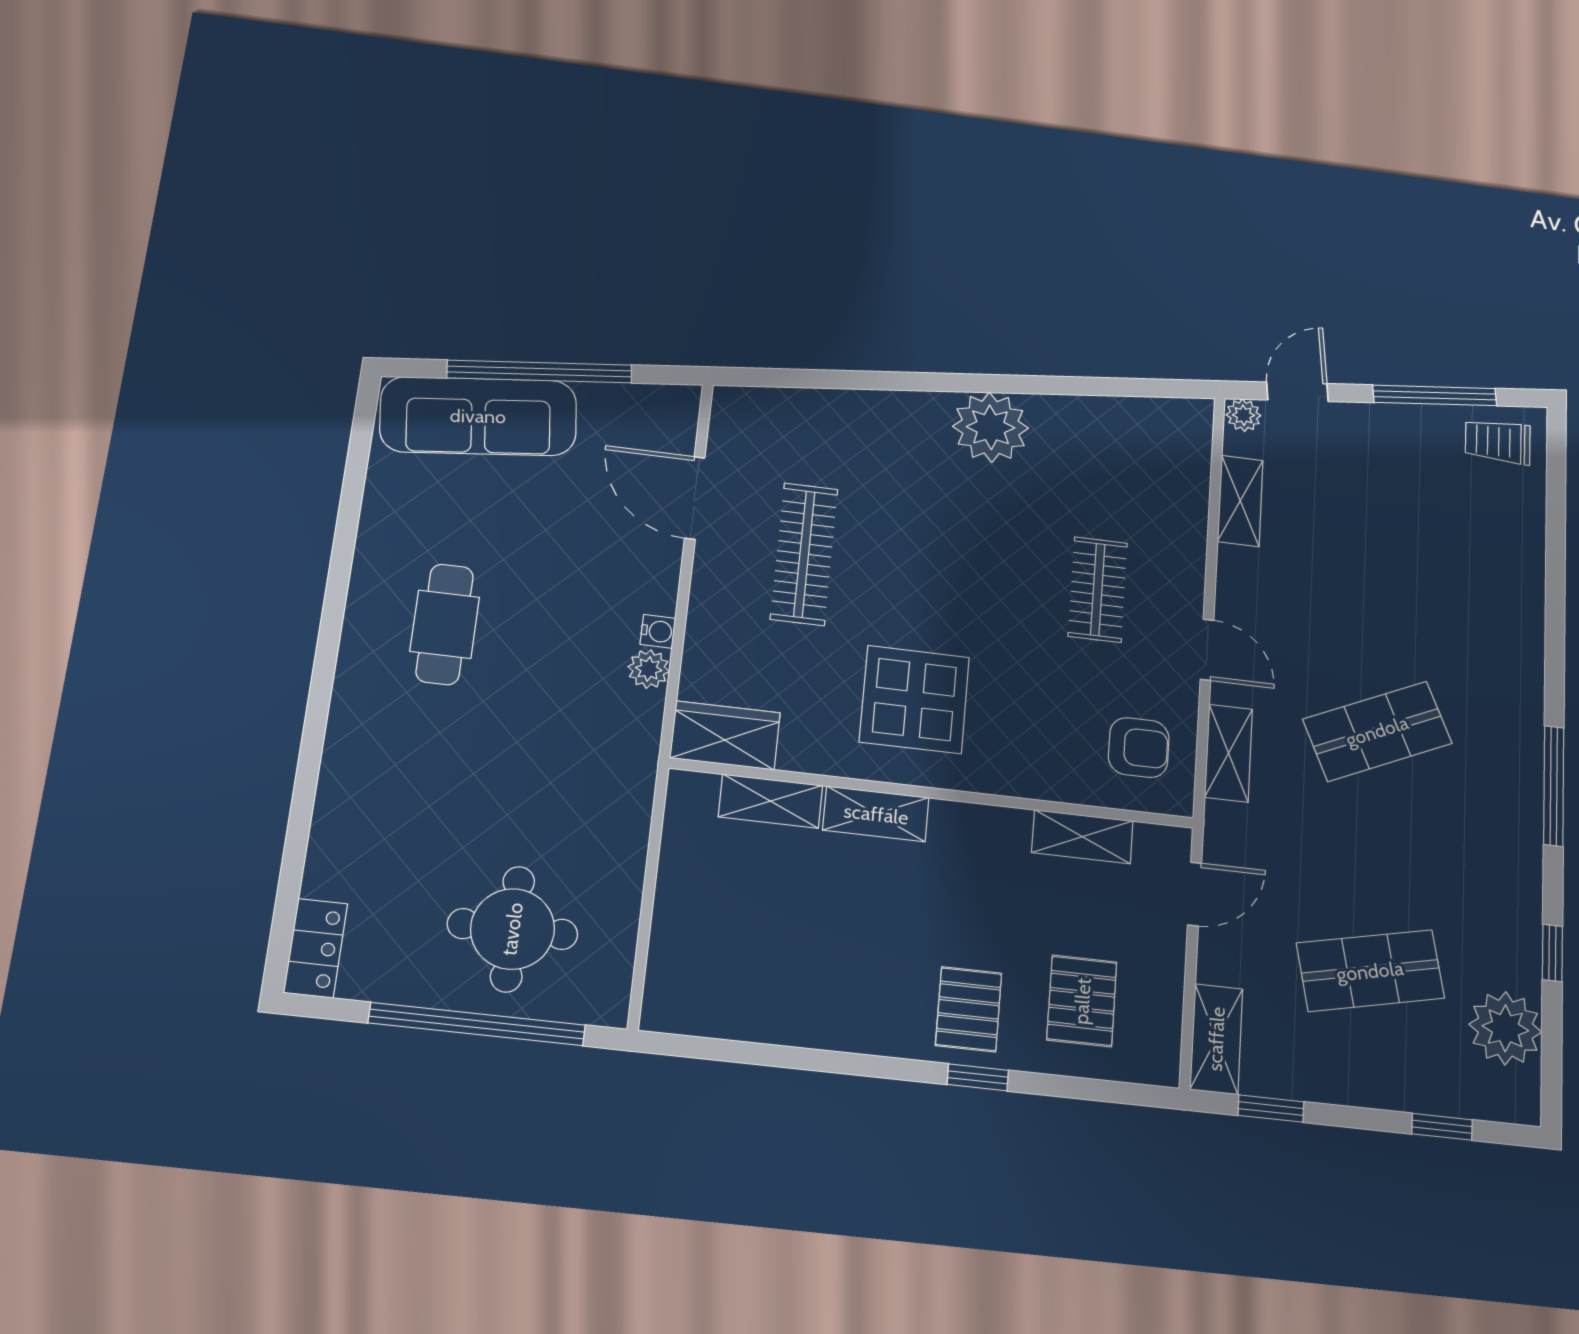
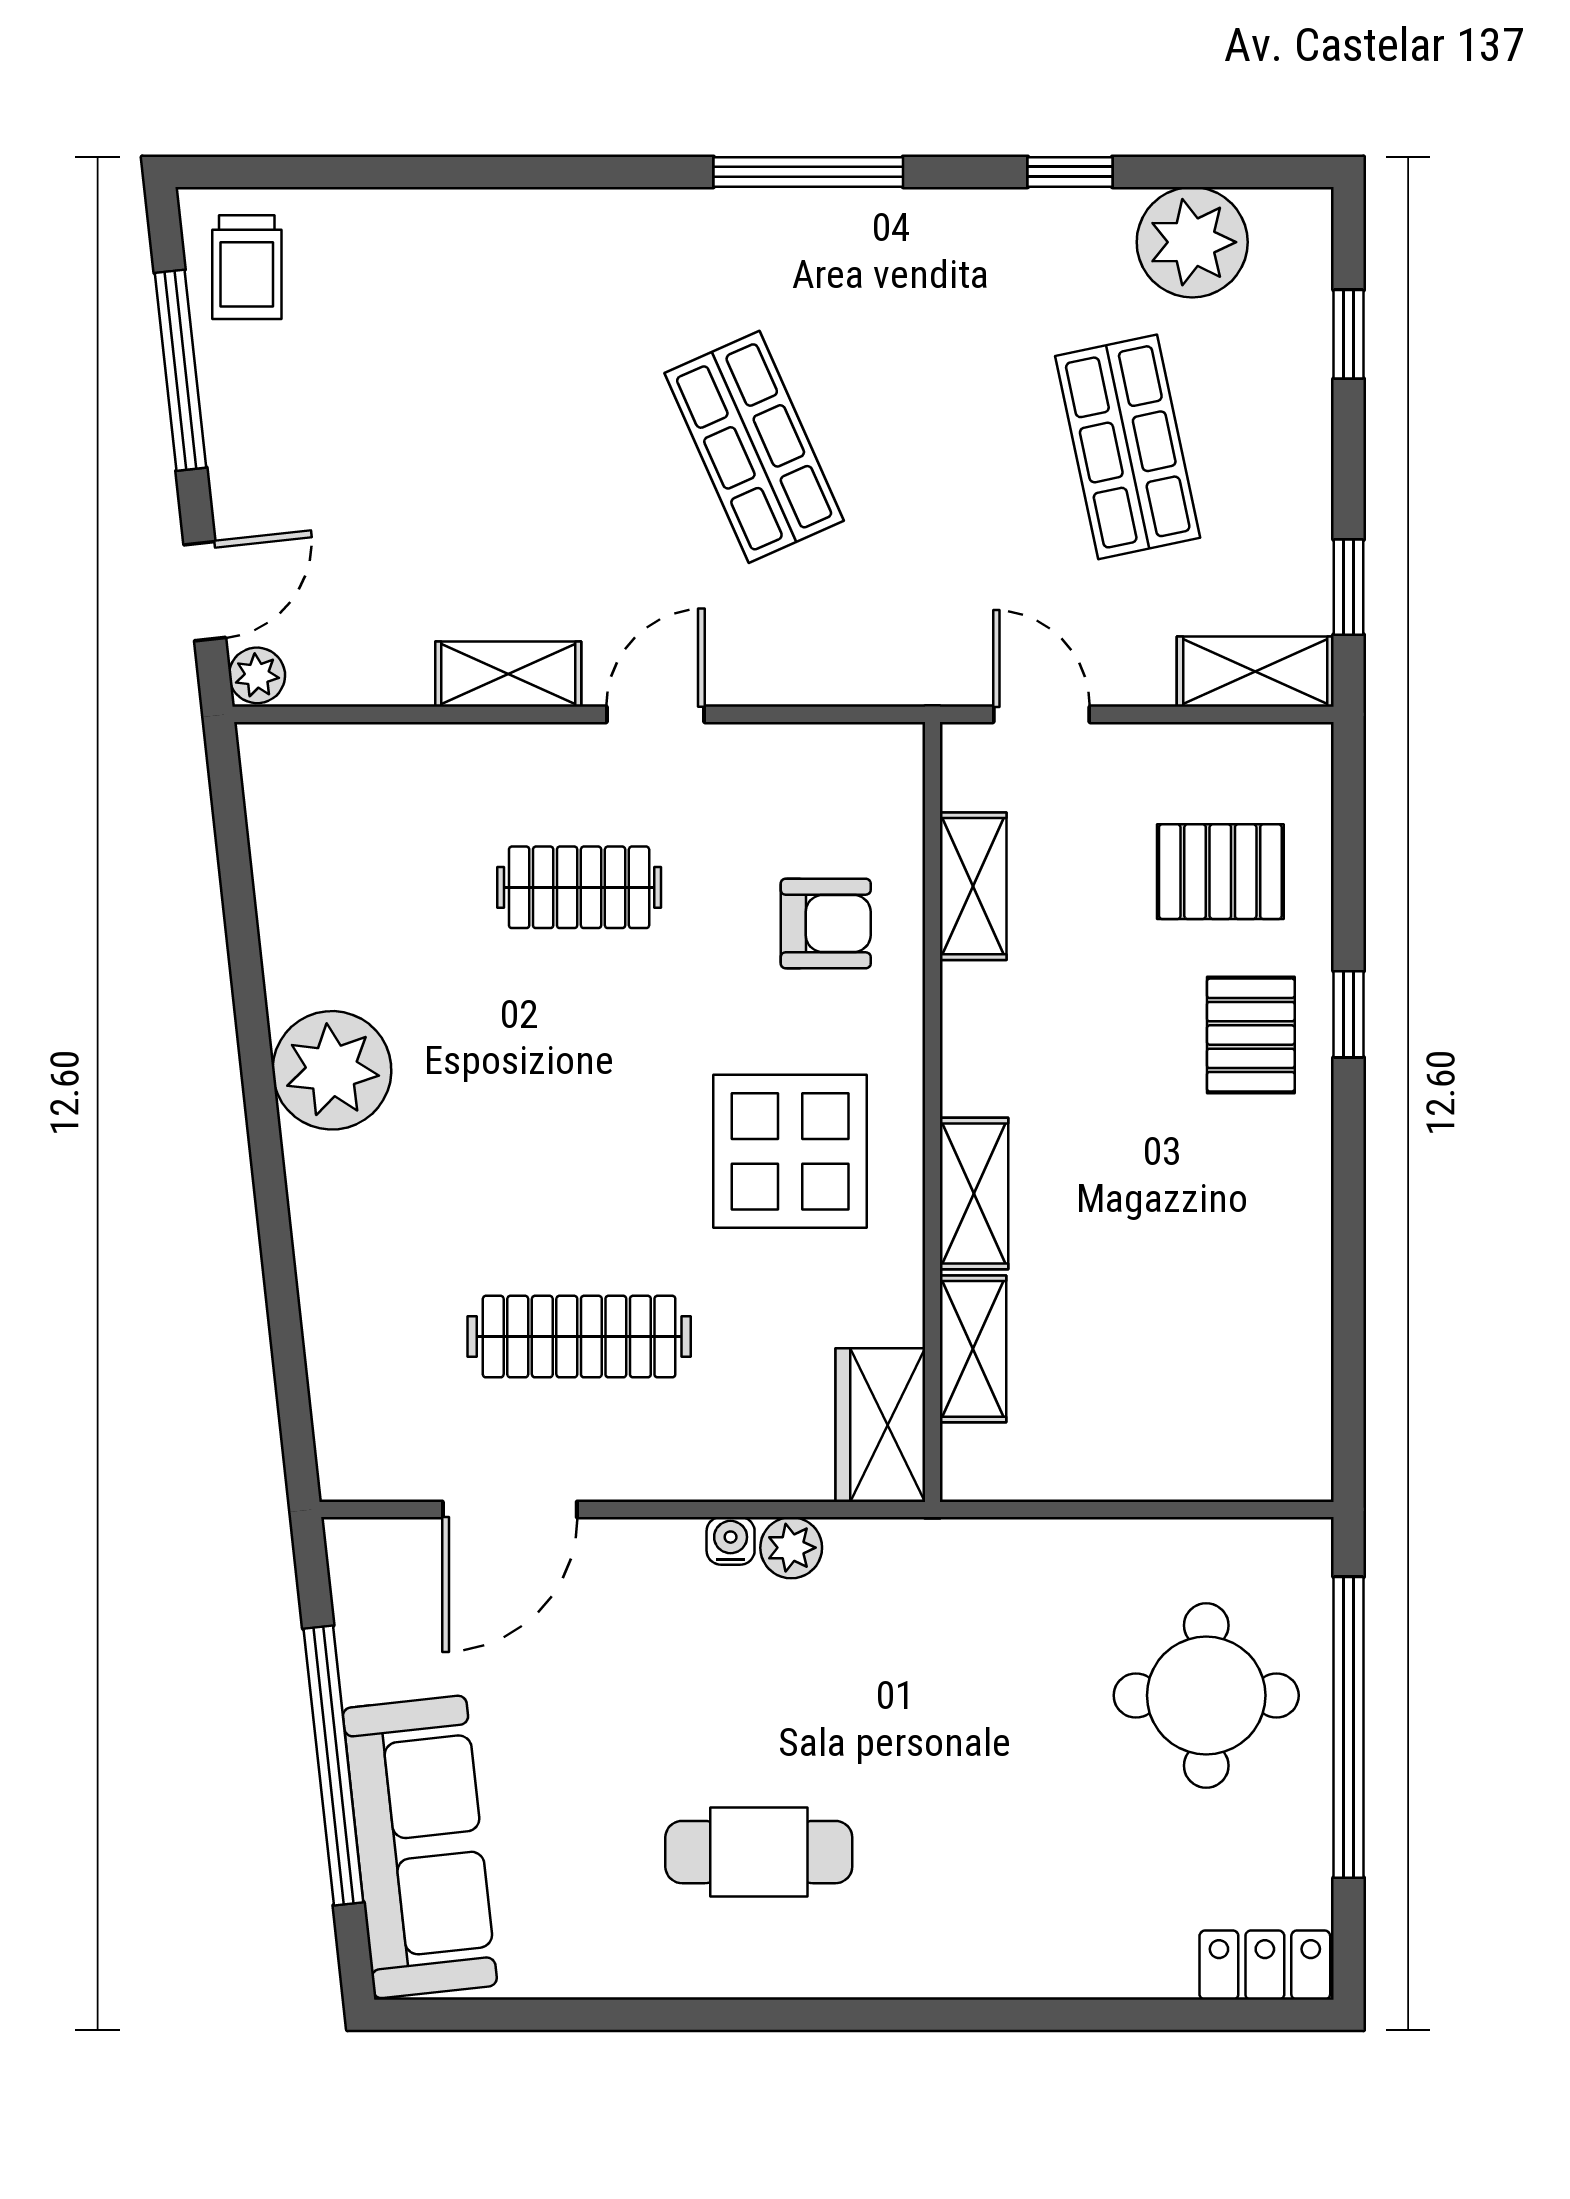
door: (1297, 392) -> (205, 591), swing flipped
shelving: (1240, 501) -> (508, 674), moved
armchair: (1139, 748) -> (826, 924), moved, turned 90
shelving: (1229, 753) -> (817, 674), removed
pallet: (969, 1009) -> (1251, 1035), turned 90

